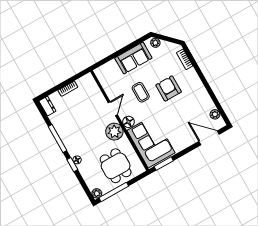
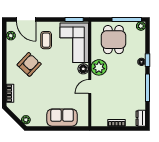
sofa: (133, 58) -> (62, 118), moved
armchair: (169, 88) -> (29, 64), moved, turned -137
coffee table: (141, 92) -> (46, 40), moved

